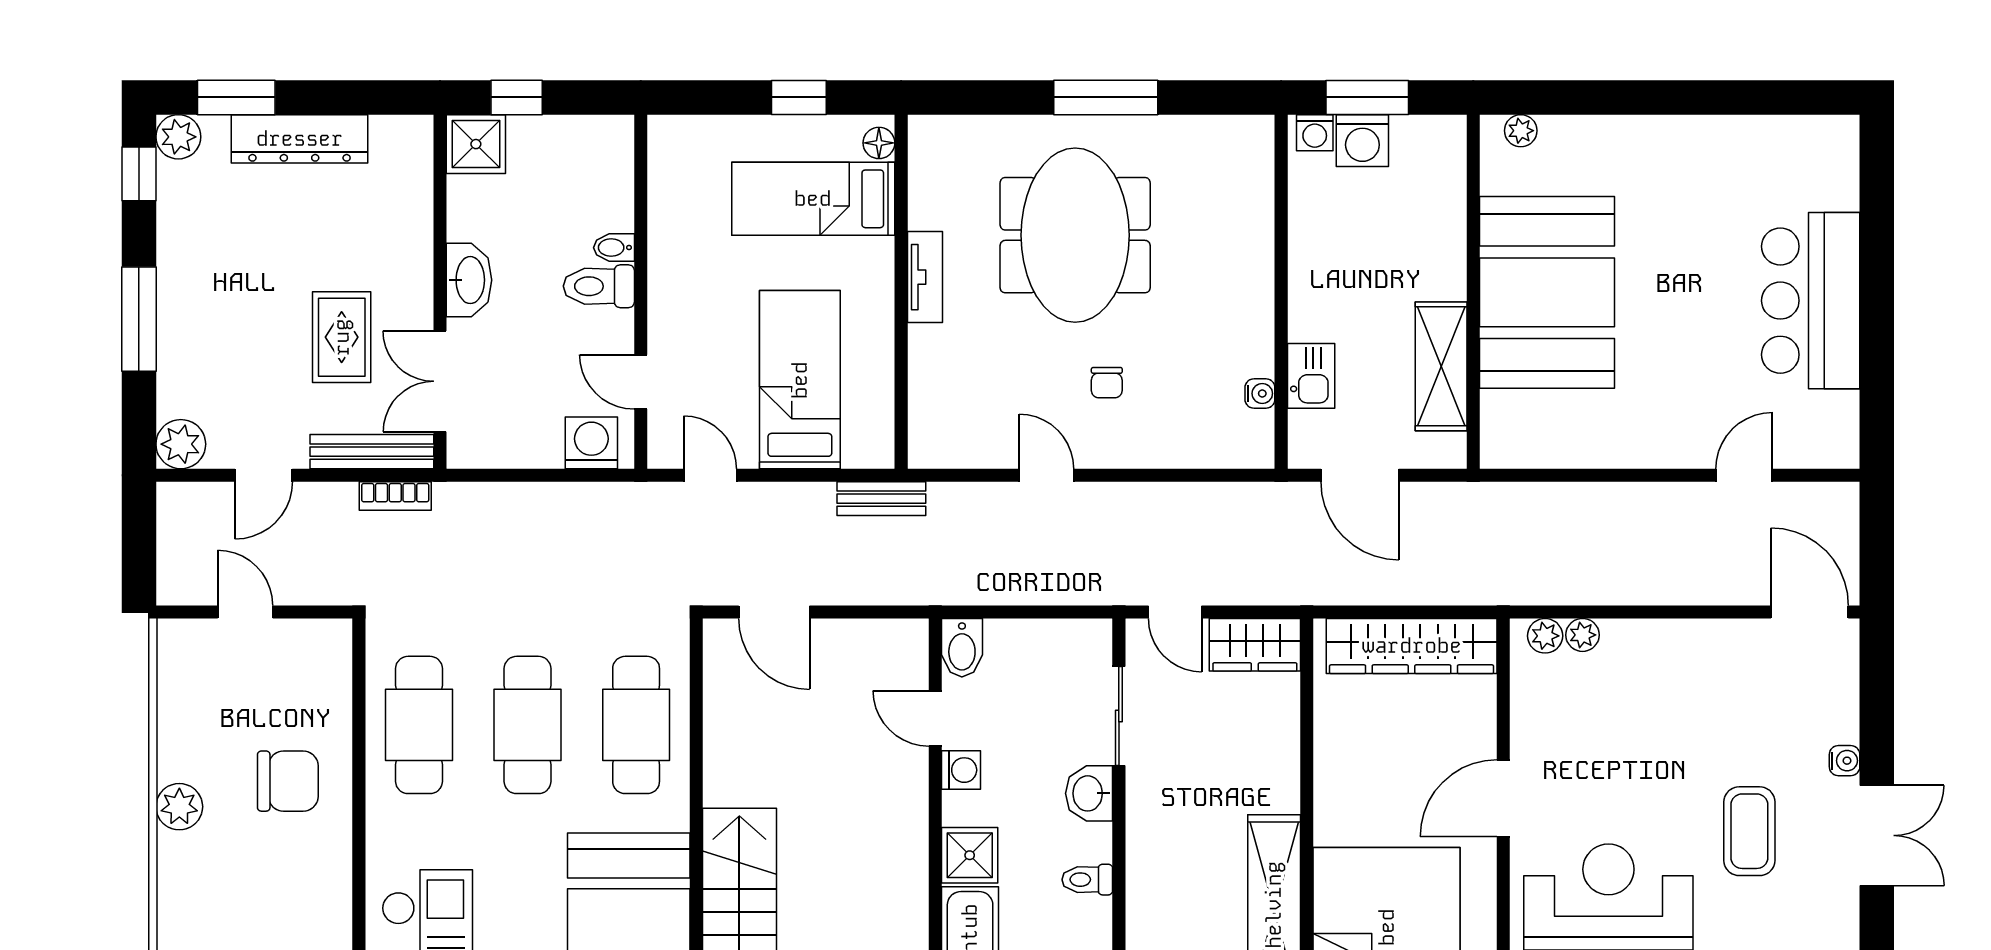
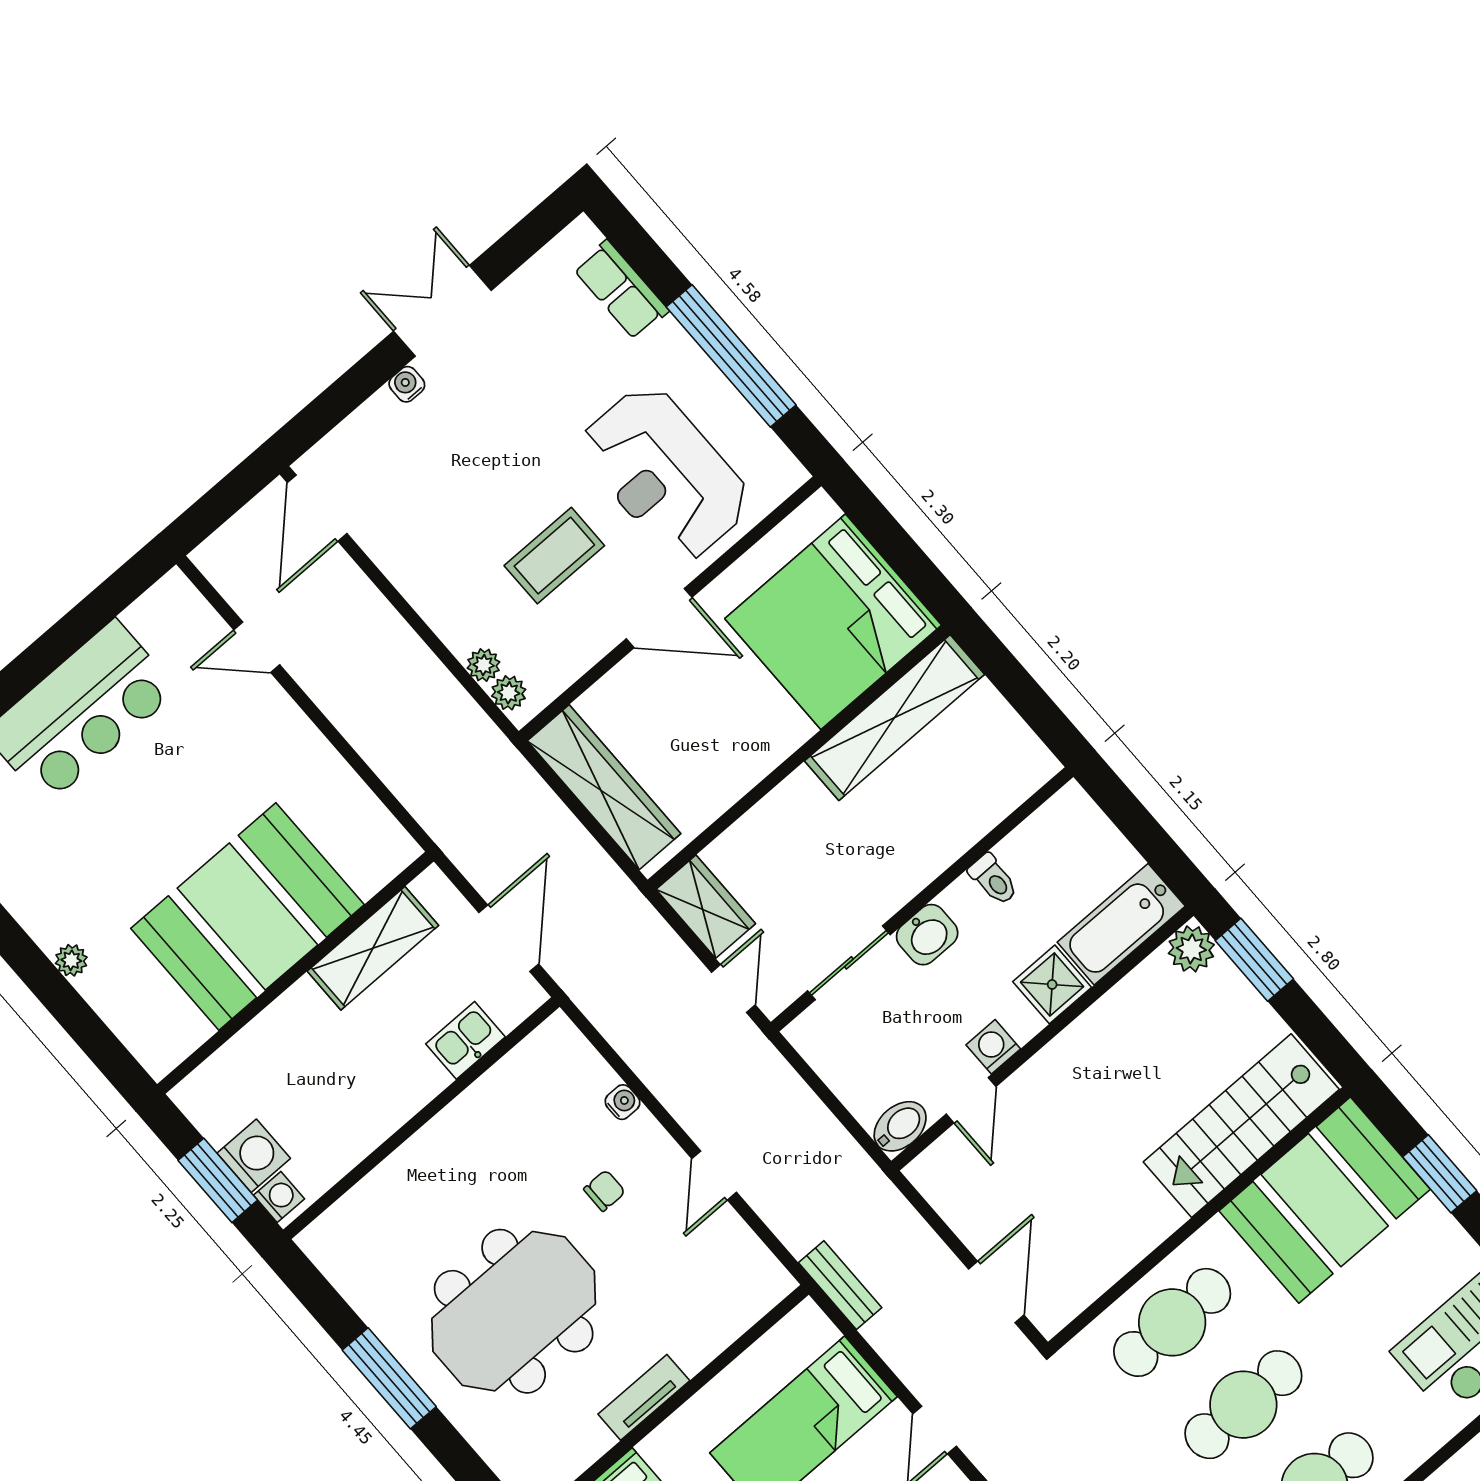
plant: (1521, 131) -> (71, 960), moved
water cooler: (1260, 393) -> (623, 1102), moved, turned 90
coffee table: (1749, 831) -> (554, 556), moved

